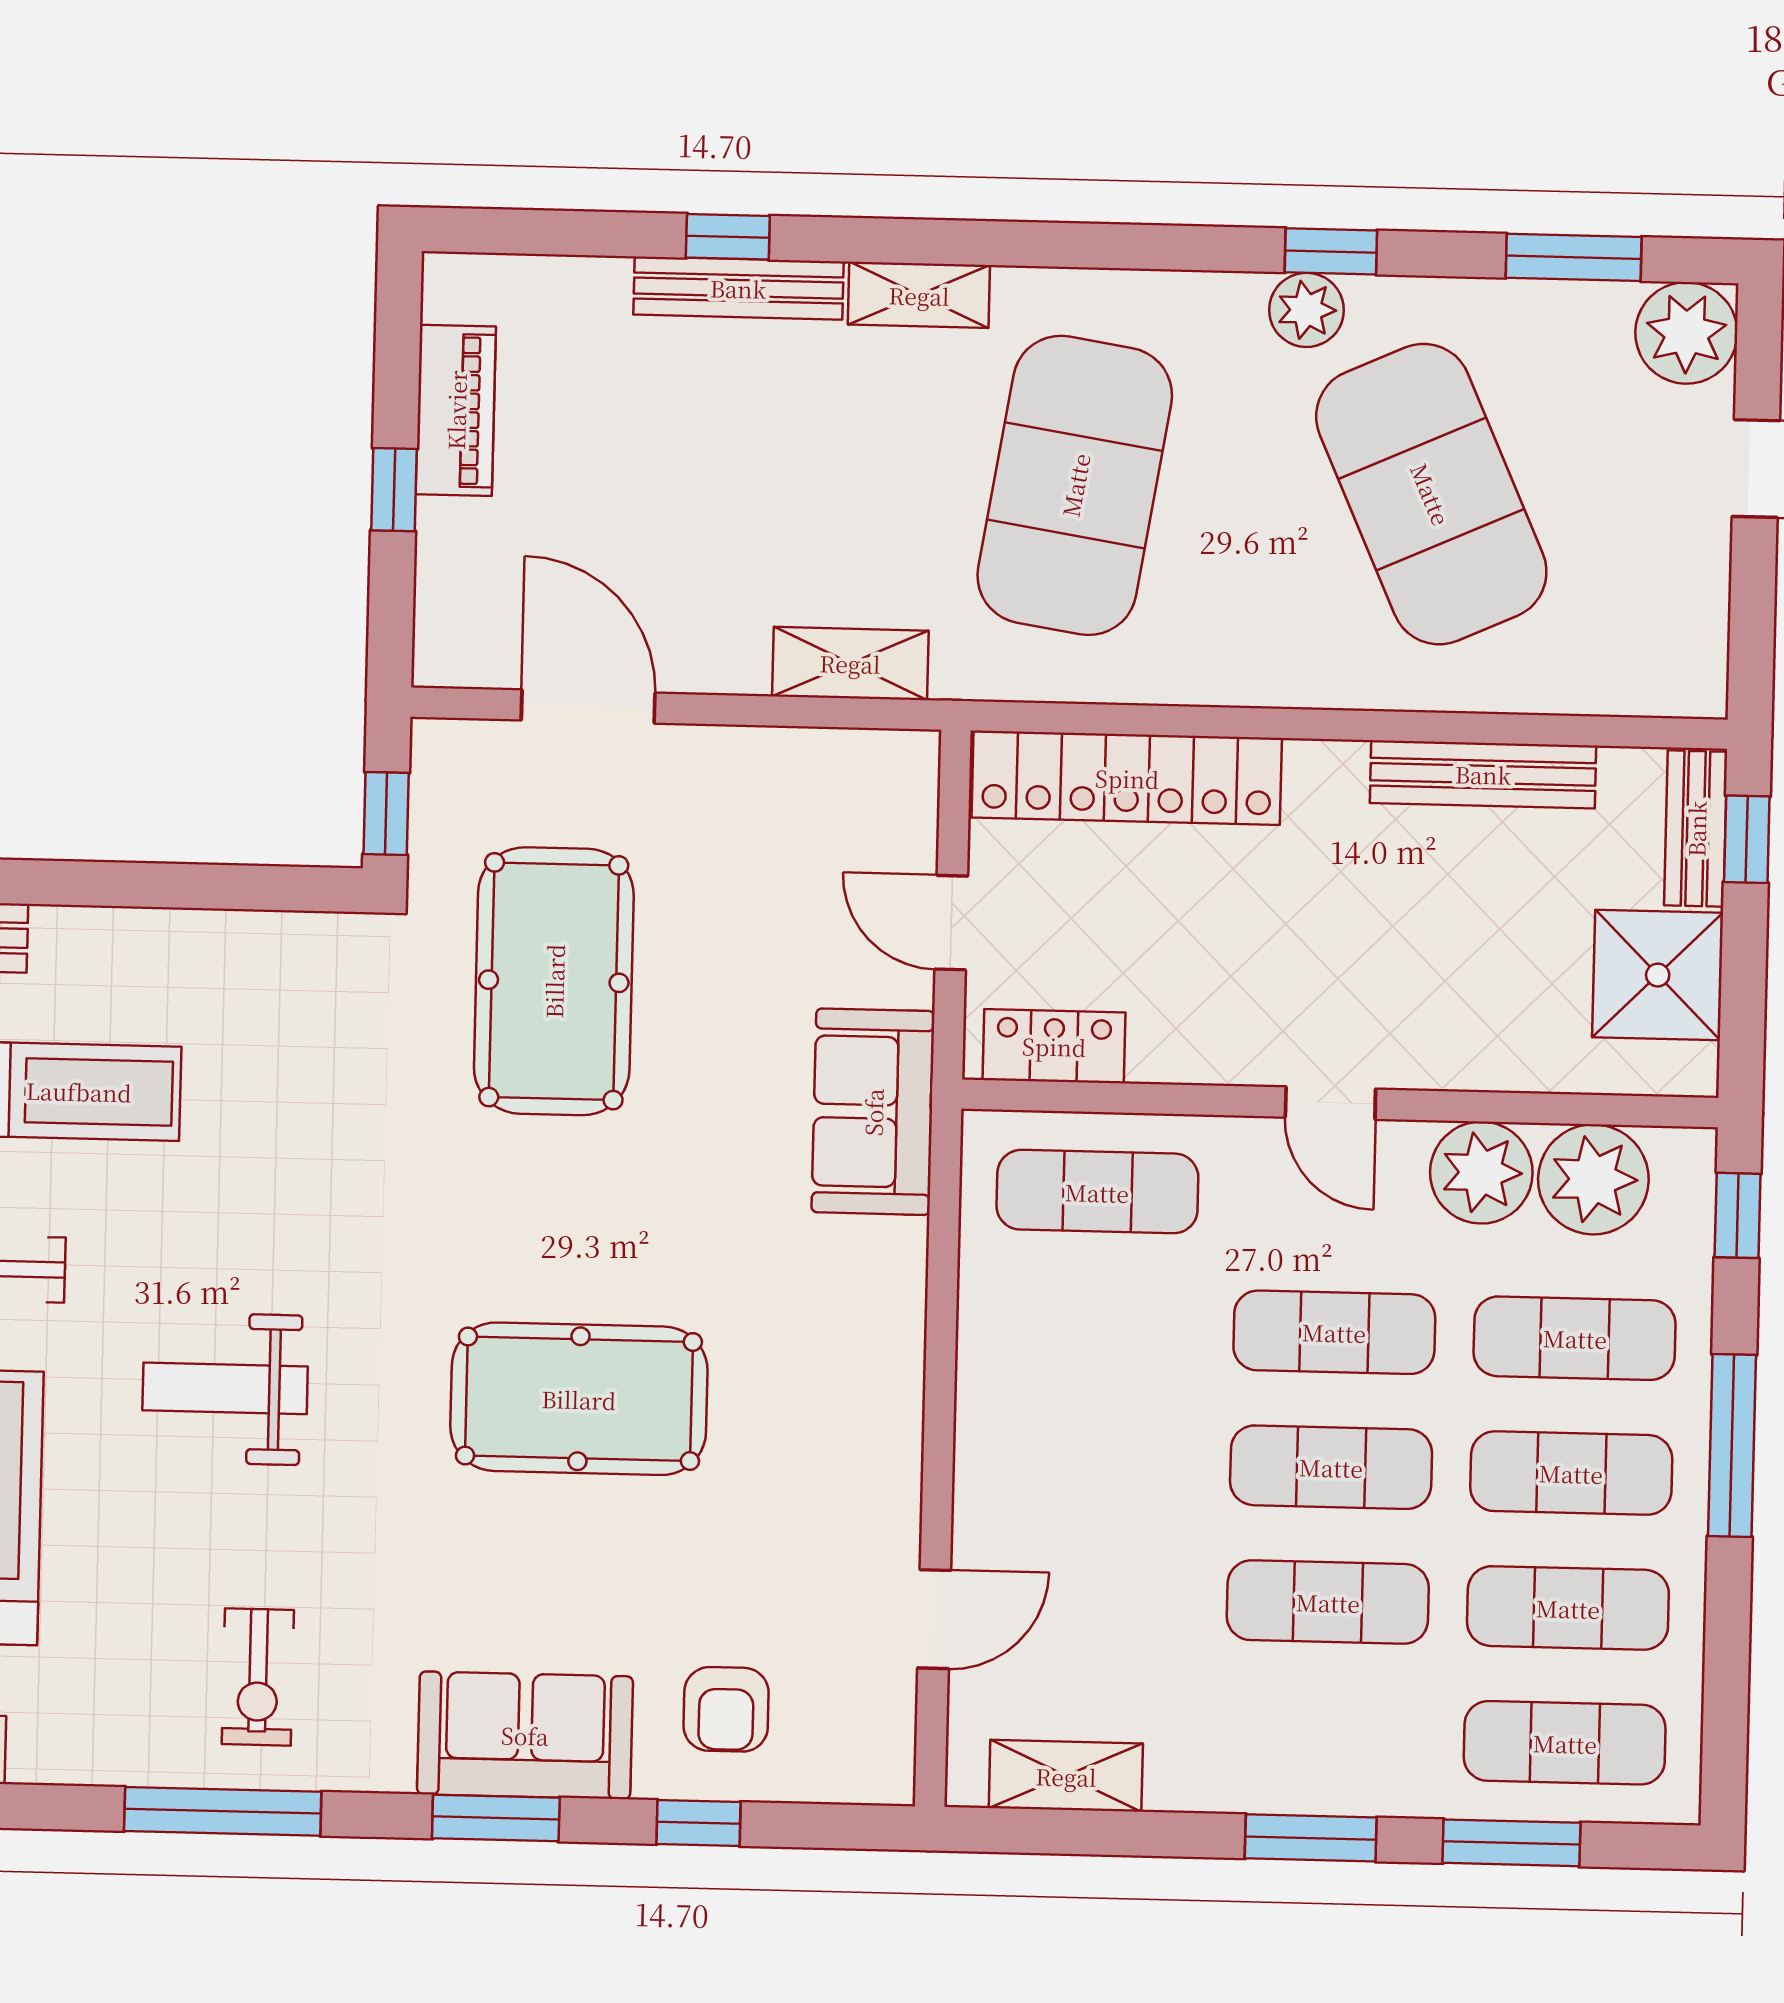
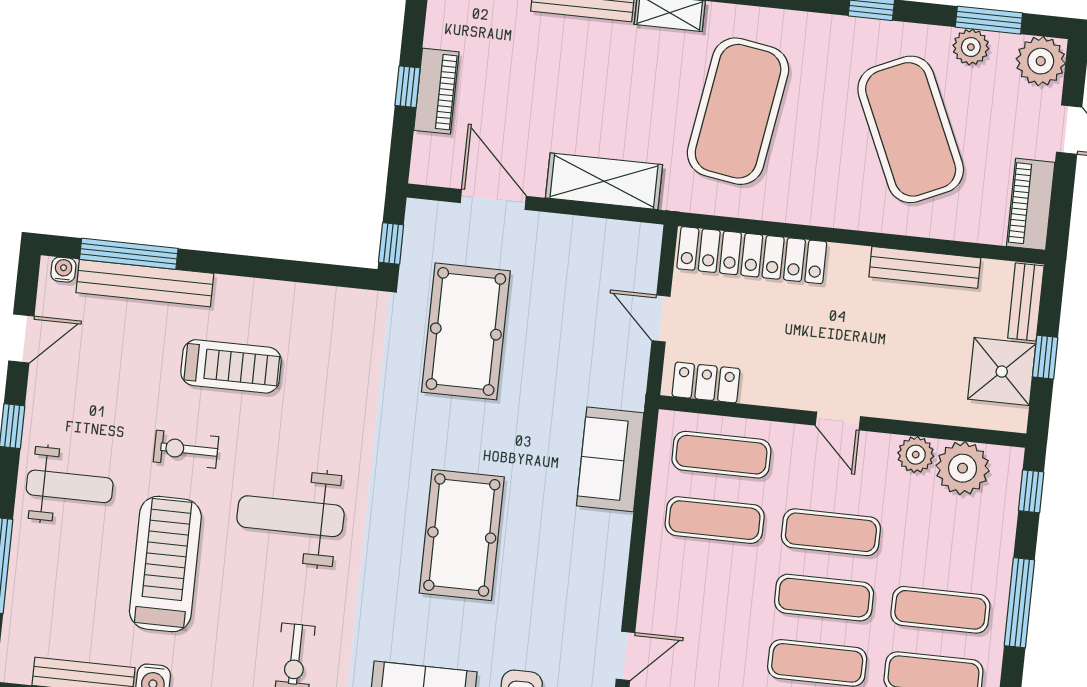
plant: (1307, 310) -> (971, 47), moved
piano: (456, 410) -> (436, 91), moved
piano: (1689, 628) -> (1031, 204), added
shelving: (850, 663) -> (604, 181), width x1.50, depth x1.33
window: (1747, 839) -> (1045, 357), moved
sofa: (873, 1112) -> (610, 459), moved
plant: (1481, 1173) -> (916, 455), width x0.73, depth x0.73
exercise mat: (1575, 1338) -> (715, 520), moved
weight bench: (225, 1388) -> (290, 516), width x1.36, depth x1.33
pool table: (579, 1399) -> (462, 535), turned 90

